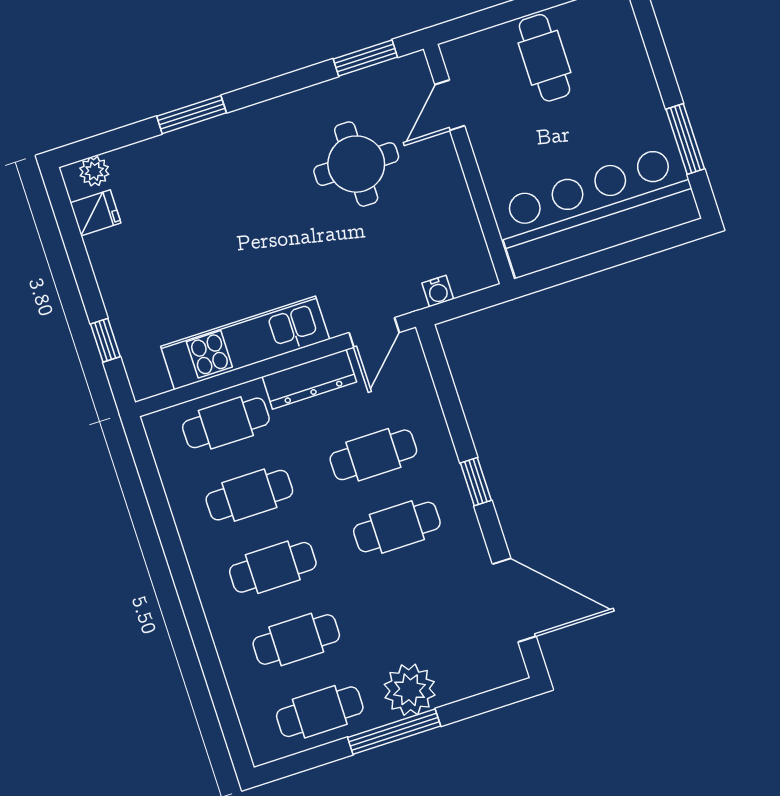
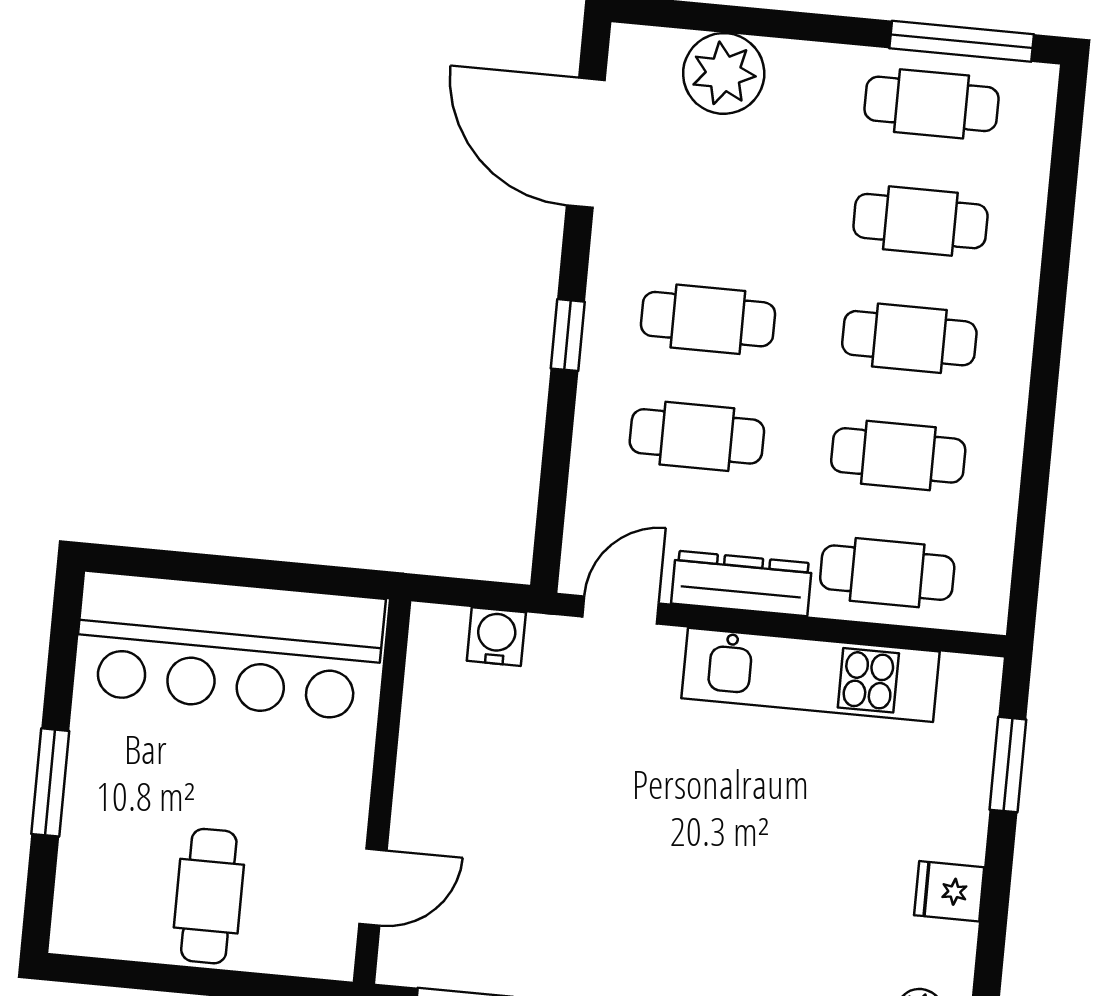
window: (685, 139) -> (50, 782), moved
round table: (356, 164) -> (542, 861), removed
fridge: (95, 213) -> (949, 891), moved
water cooler: (438, 291) -> (496, 637), width x1.38, depth x1.38
window: (105, 340) -> (1008, 765), width x1.50
plant: (410, 690) -> (724, 73), moved
window: (394, 732) -> (962, 41), moved

